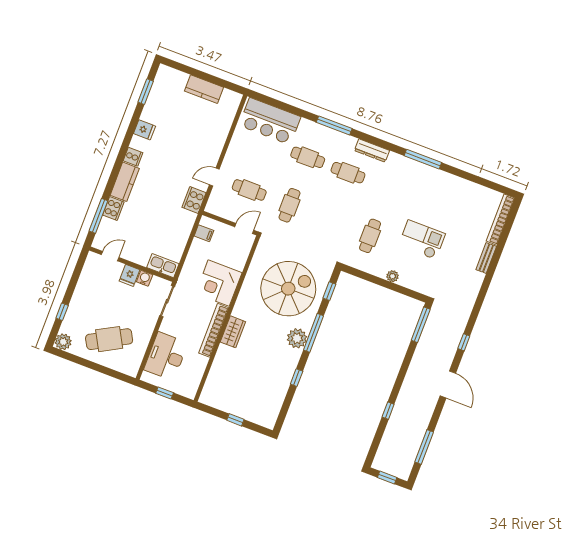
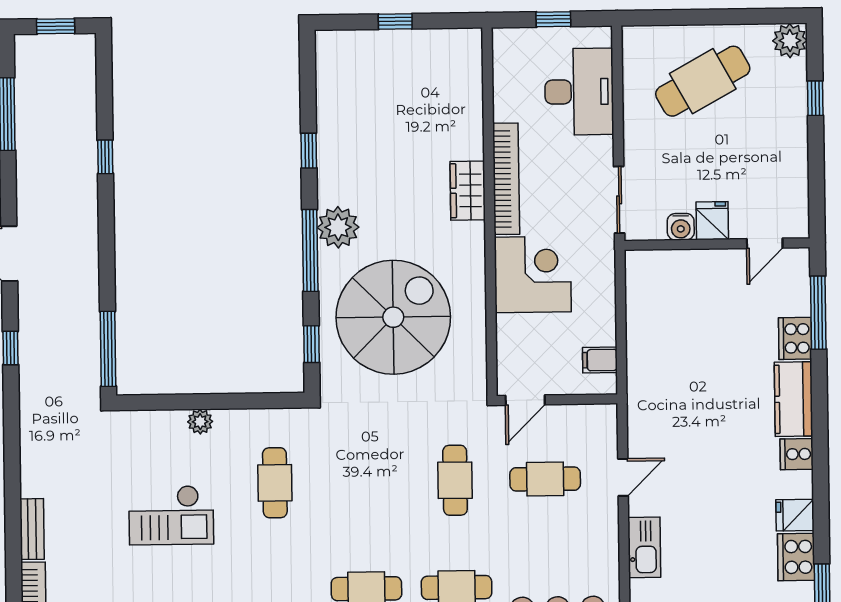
cooker: (194, 200) -> (796, 557), moved, turned 180
kitchen sink: (163, 266) -> (644, 547), moved, turned -90
spiral stairs: (288, 289) -> (393, 317), turned 180

